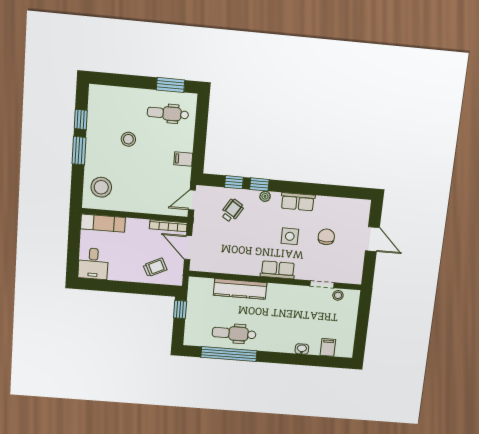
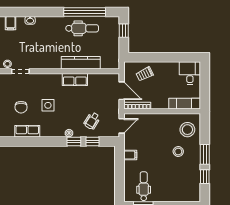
dental chair: (168, 113) -> (144, 186), turned -90
stool: (128, 139) -> (178, 152), moved
row of seats: (298, 202) -> (27, 131), moved
row of seats: (278, 270) -> (75, 79), moved
window: (180, 309) -> (124, 31), moved

